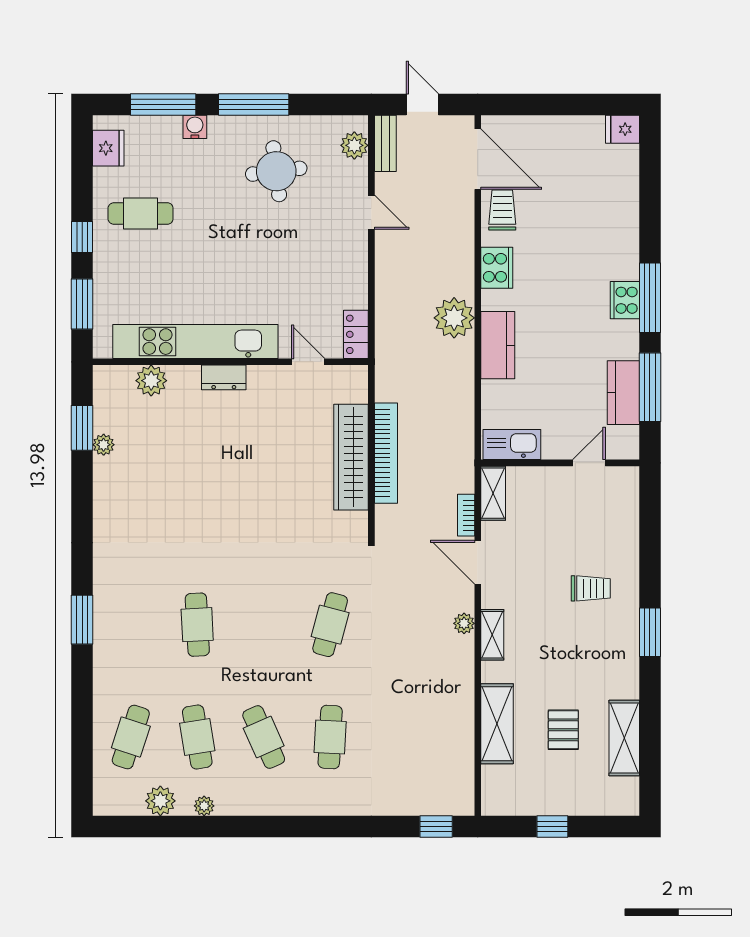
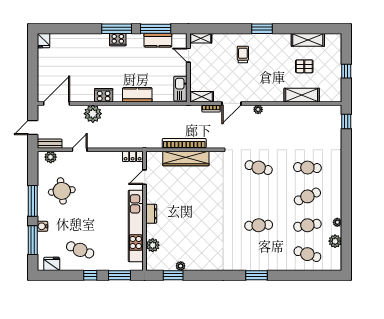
trolley: (502, 210) -> (79, 93), removed
cafe table: (141, 214) -> (80, 250), turned -69
plant: (454, 318) -> (93, 114), moved
shelving: (492, 635) -> (201, 38), moved

